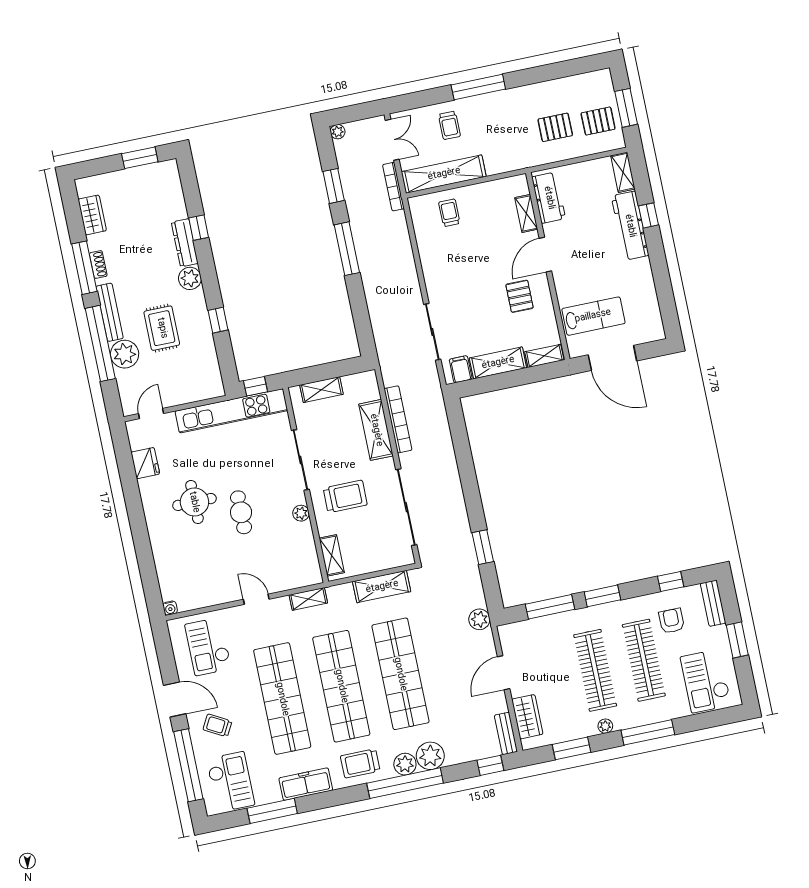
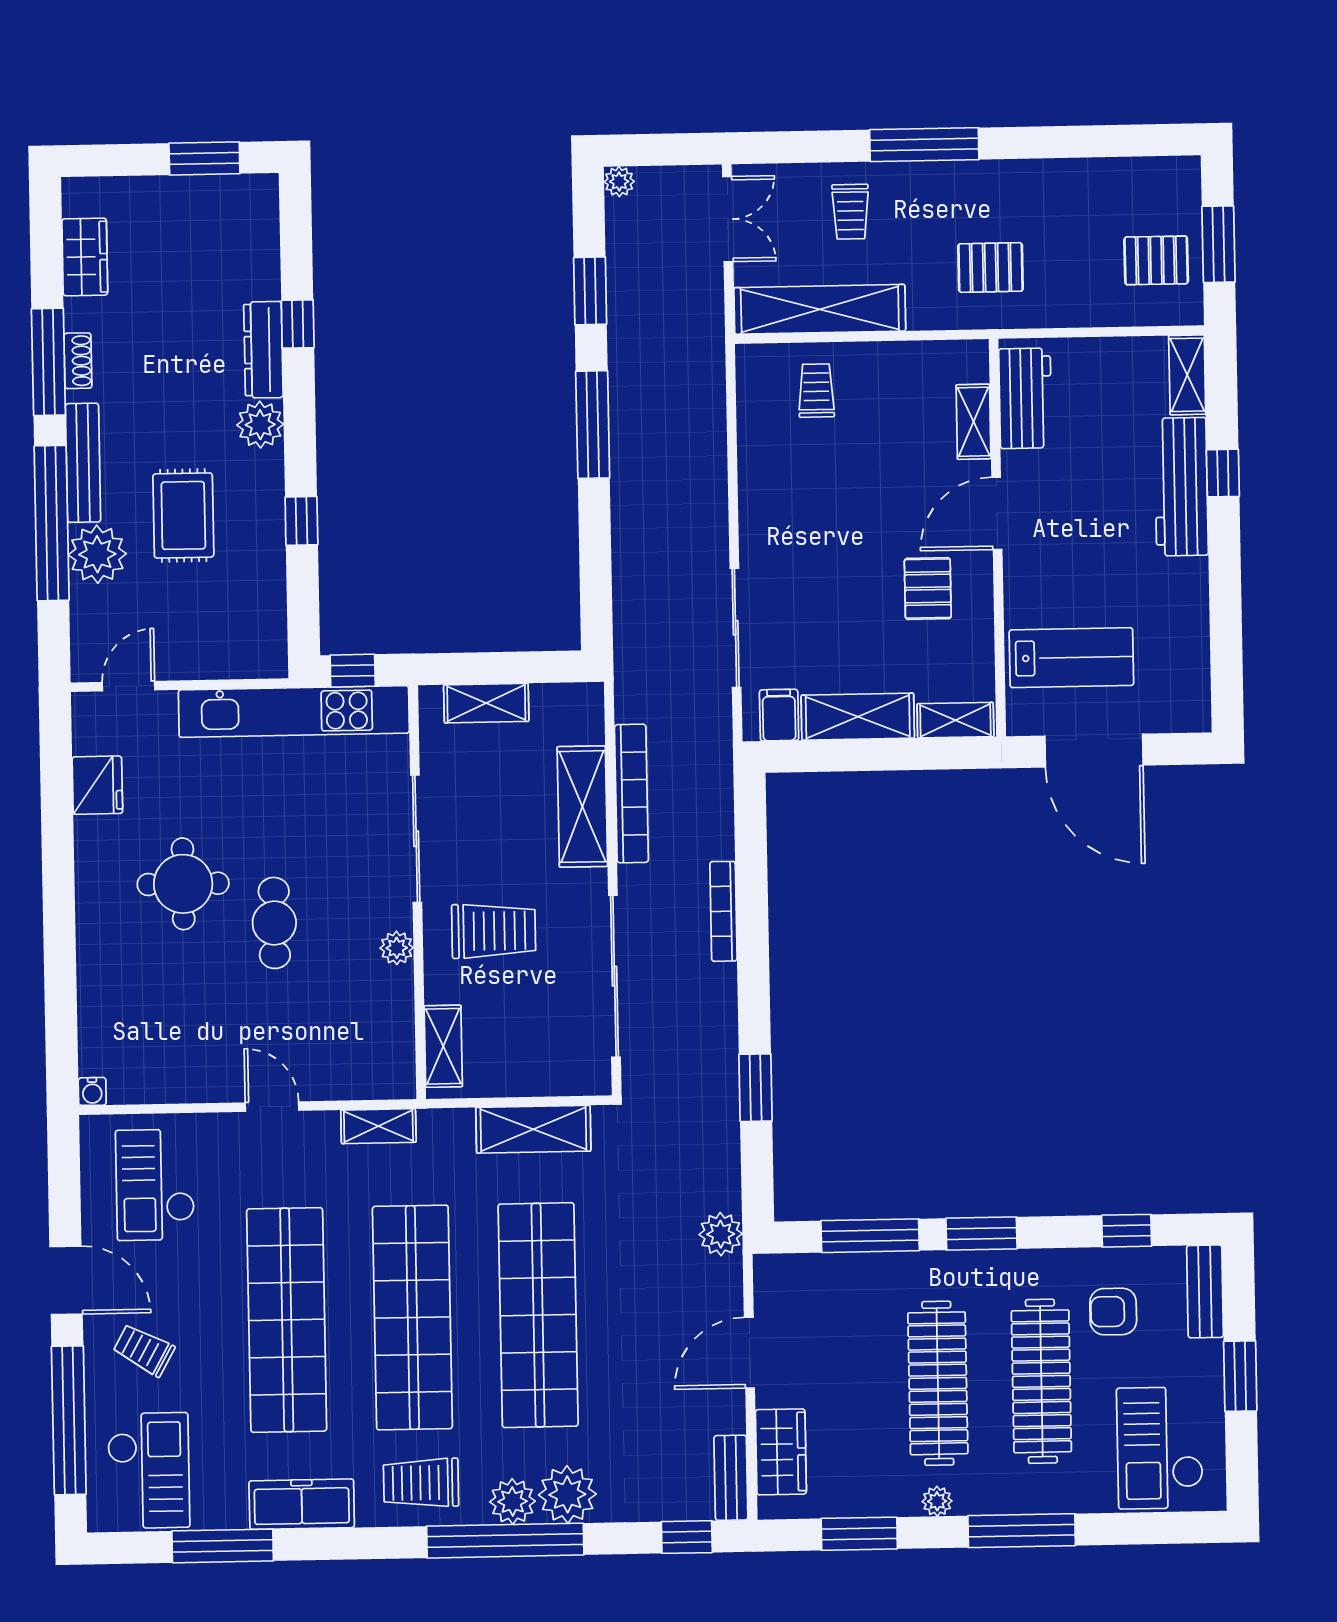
pallet: (555, 127) -> (990, 267), moved
bookcase: (393, 187) -> (723, 911), moved
armchair: (672, 621) -> (1113, 1312), turned -90

